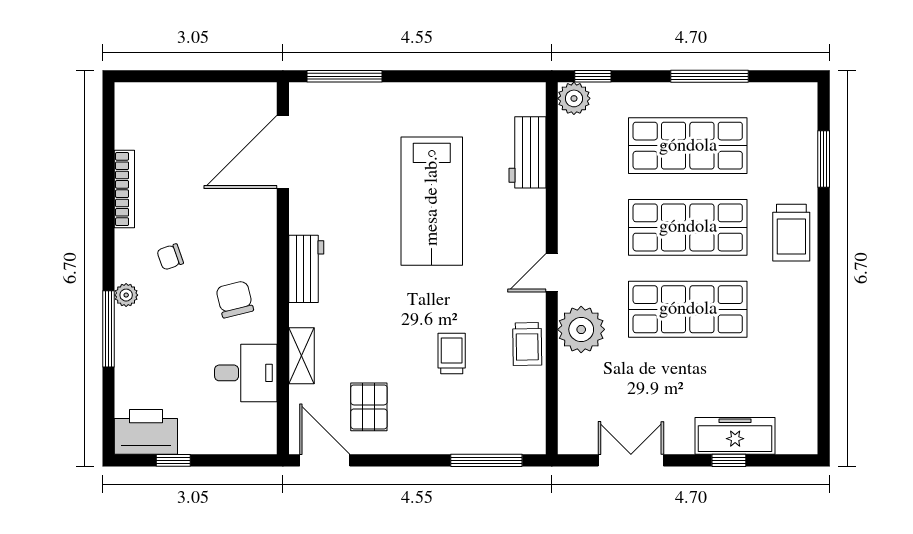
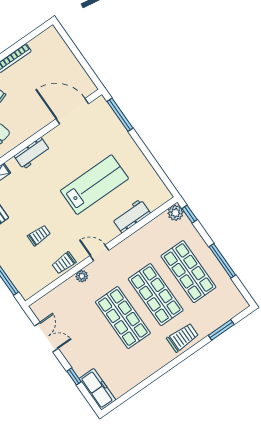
workbench: (527, 152) -> (131, 216), moved
lab bench: (432, 201) -> (94, 185), turned 180
trolley: (791, 233) -> (183, 338), turned 180
plant: (581, 329) -> (82, 276), width x0.53, depth x0.53
freezer: (735, 436) -> (97, 389), moved

